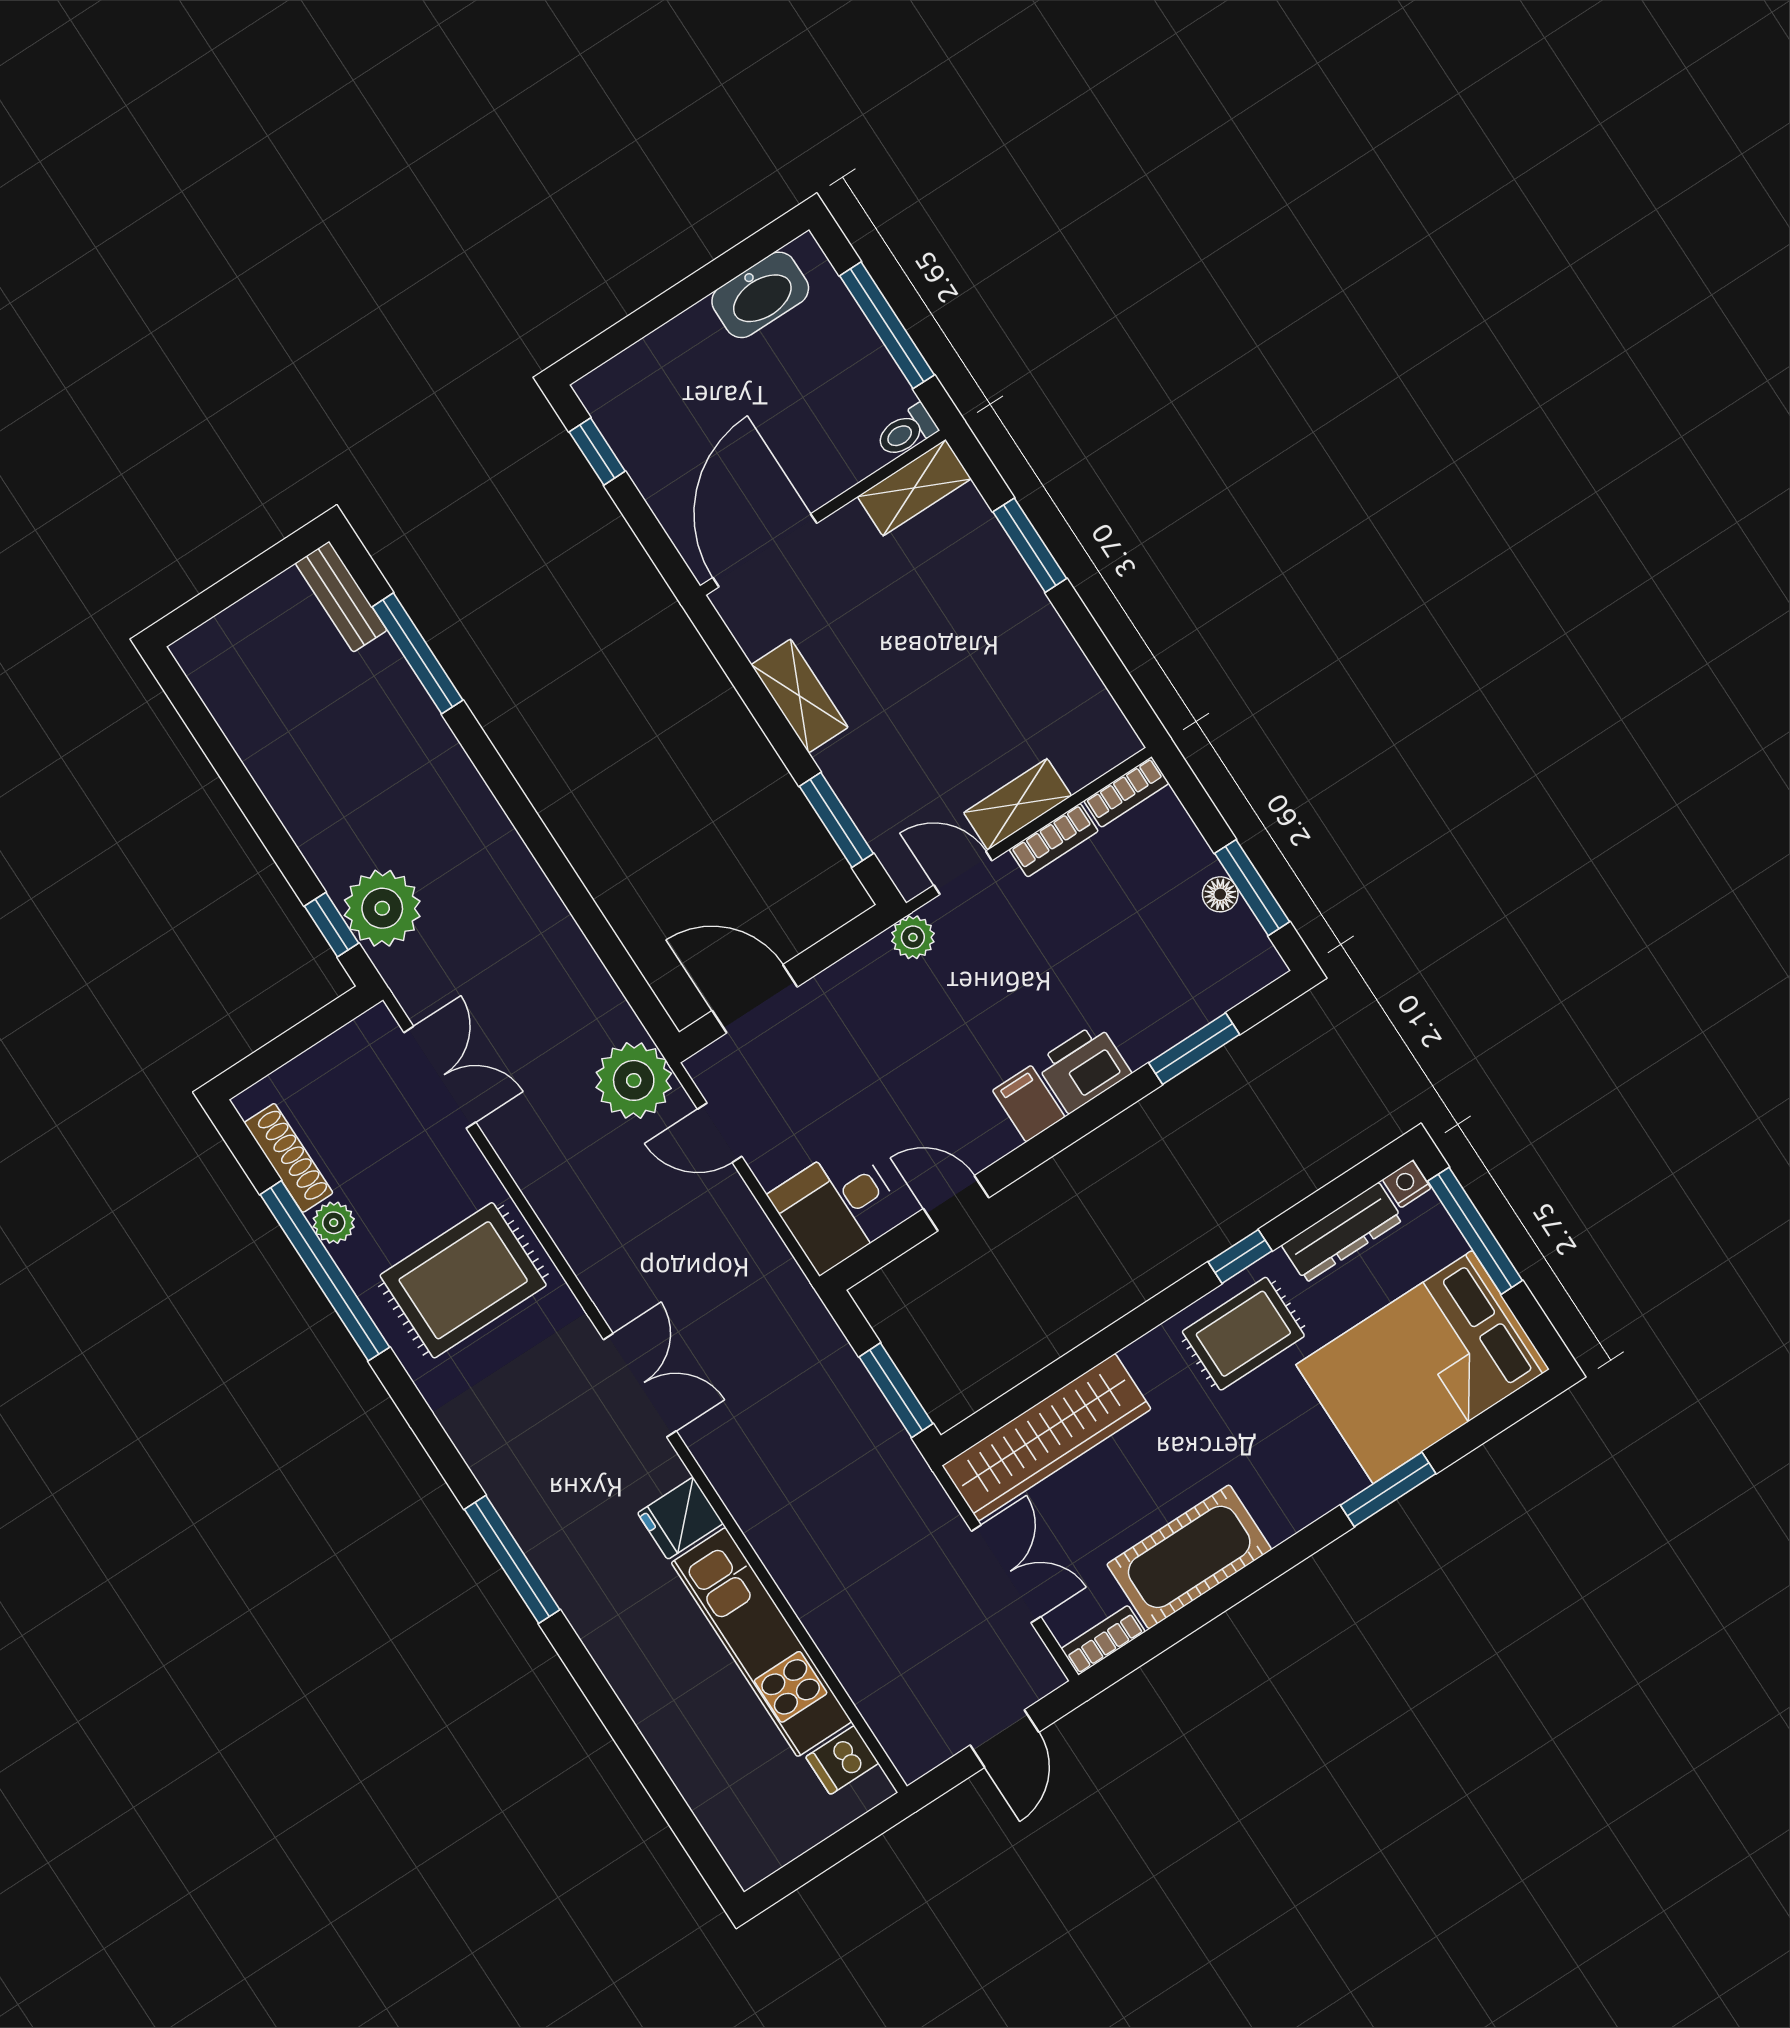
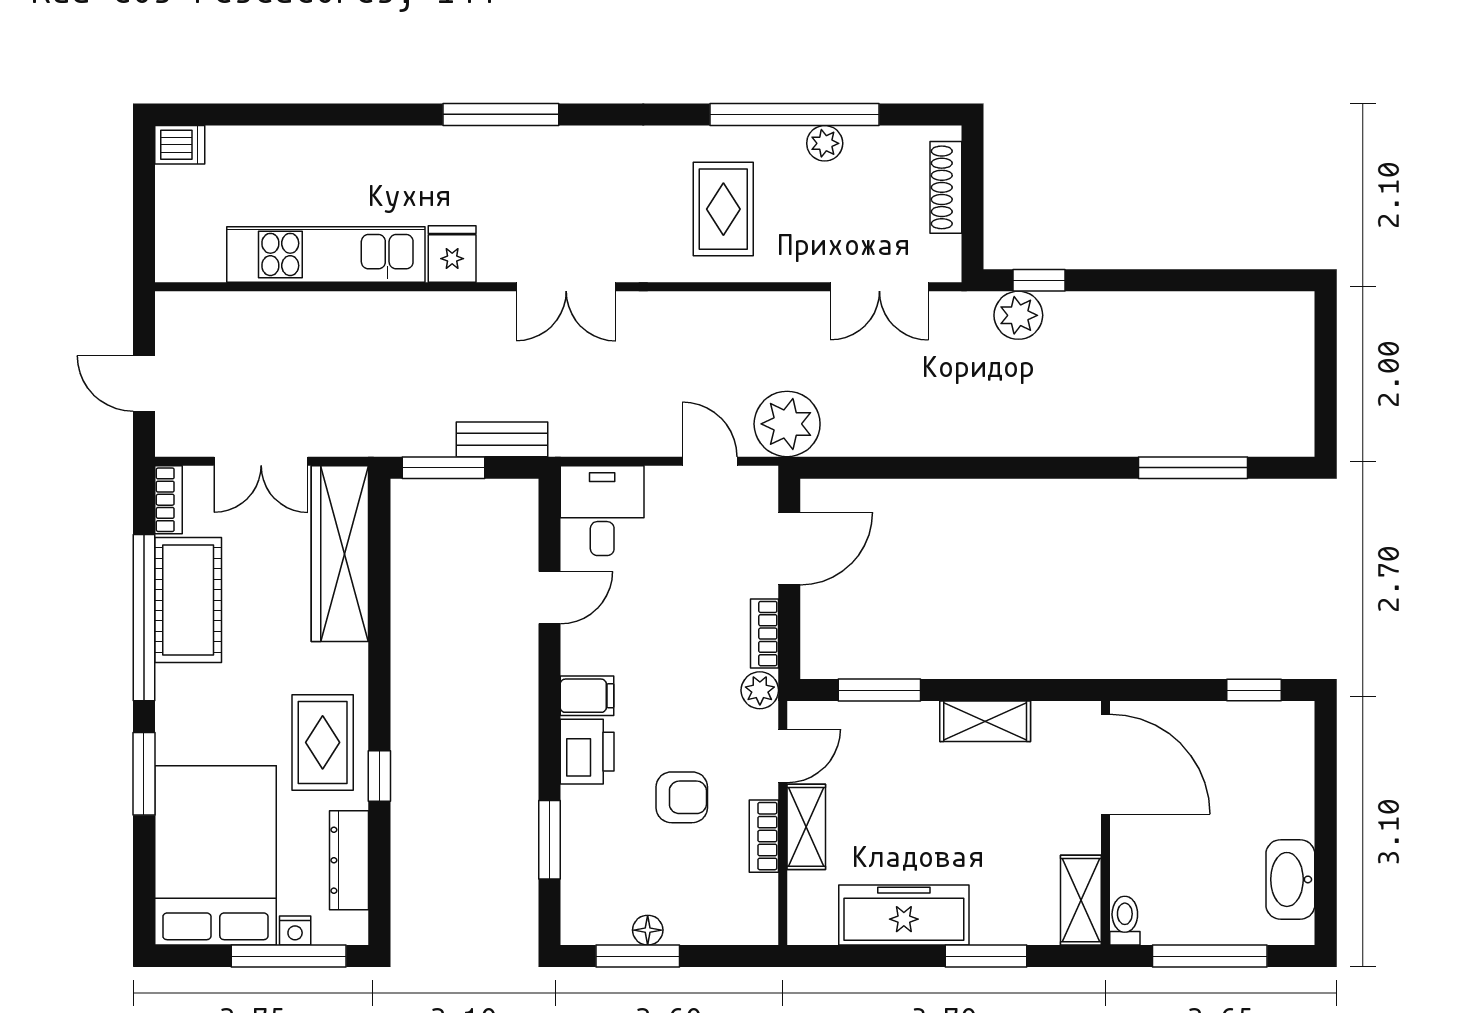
bench: (341, 597) -> (502, 439), moved
freezer: (1042, 652) -> (904, 915), added
bookcase: (1126, 792) -> (765, 634), moved
plant: (382, 908) -> (1018, 315), width x0.73, depth x0.73
armchair: (1068, 946) -> (682, 797), added
door: (720, 1133) -> (710, 461), hinge flipped
shoe rack: (289, 1158) -> (946, 187), moved, turned 90
nightstand: (1407, 1184) -> (295, 931), moved, turned 90
rug: (463, 1280) -> (723, 209), width x0.73, depth x0.70
window: (1235, 1589) -> (144, 618), added
dishwasher: (842, 1760) -> (180, 145), moved, turned 90

